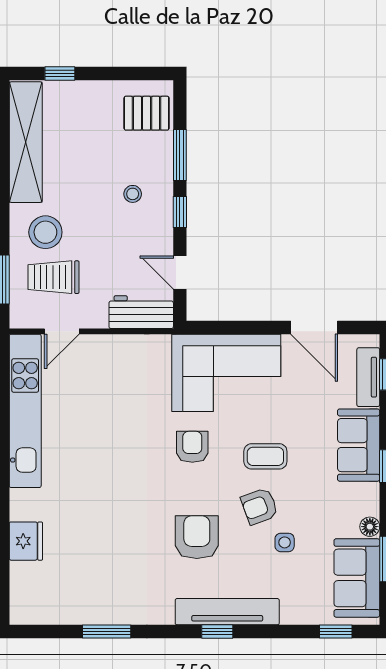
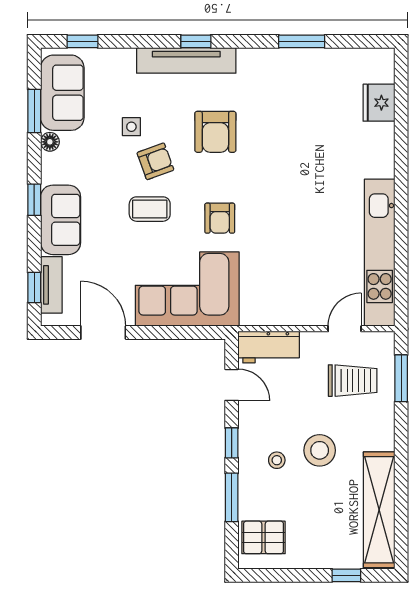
stool: (45, 232) -> (320, 450), moved
fridge: (26, 541) -> (379, 103), moved

